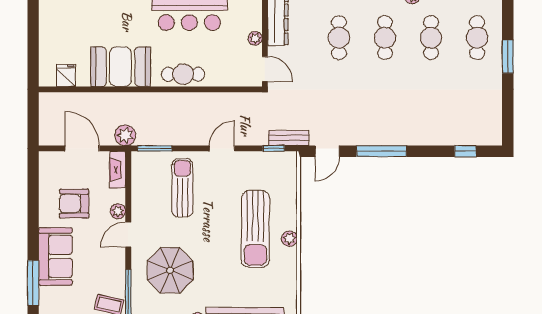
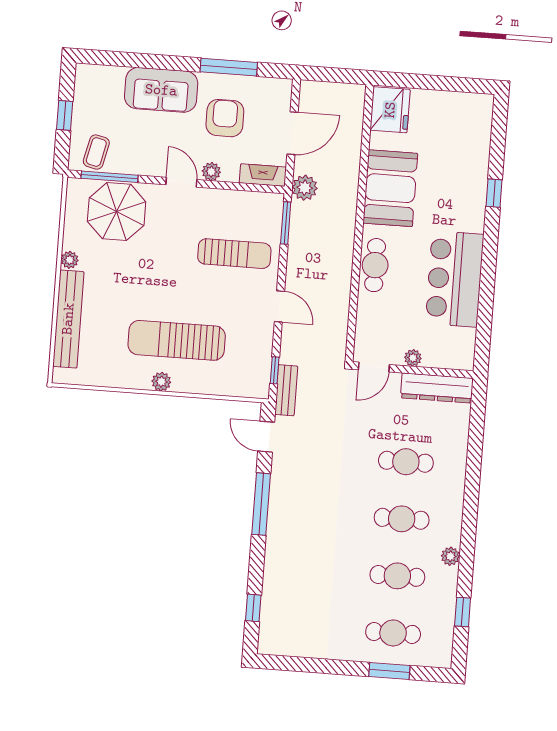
window: (508, 57) -> (389, 671), moved
fridge: (66, 75) -> (390, 110), width x1.88, depth x1.34
parasol: (170, 270) -> (117, 212), moved
window: (33, 283) -> (229, 67), moved

